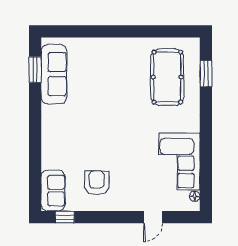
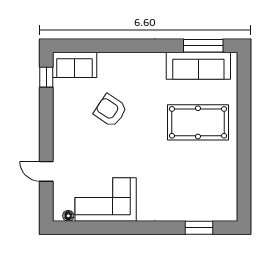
window: (35, 70) -> (203, 46), width x1.44
pool table: (167, 77) -> (198, 122), moved
armchair: (97, 183) -> (110, 110), moved, turned -146

